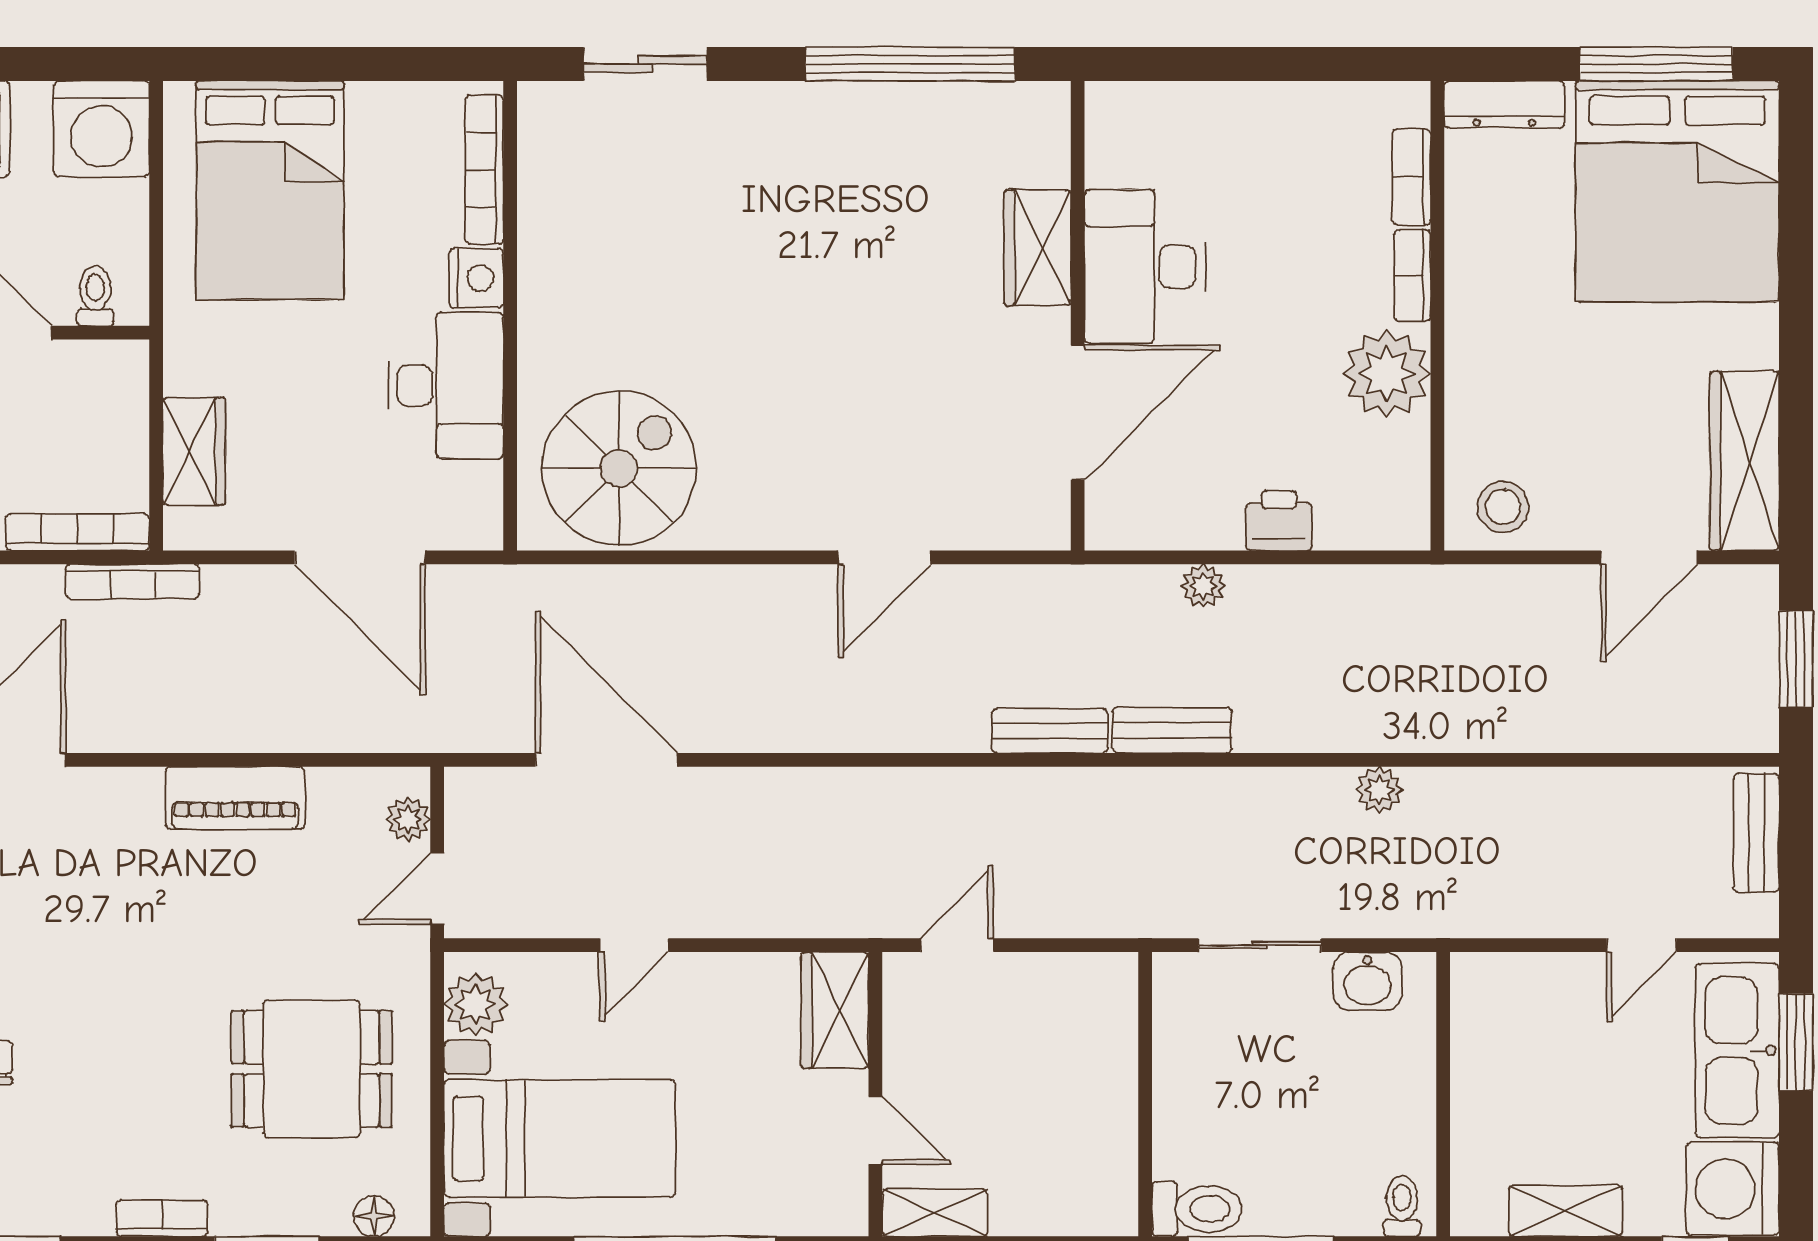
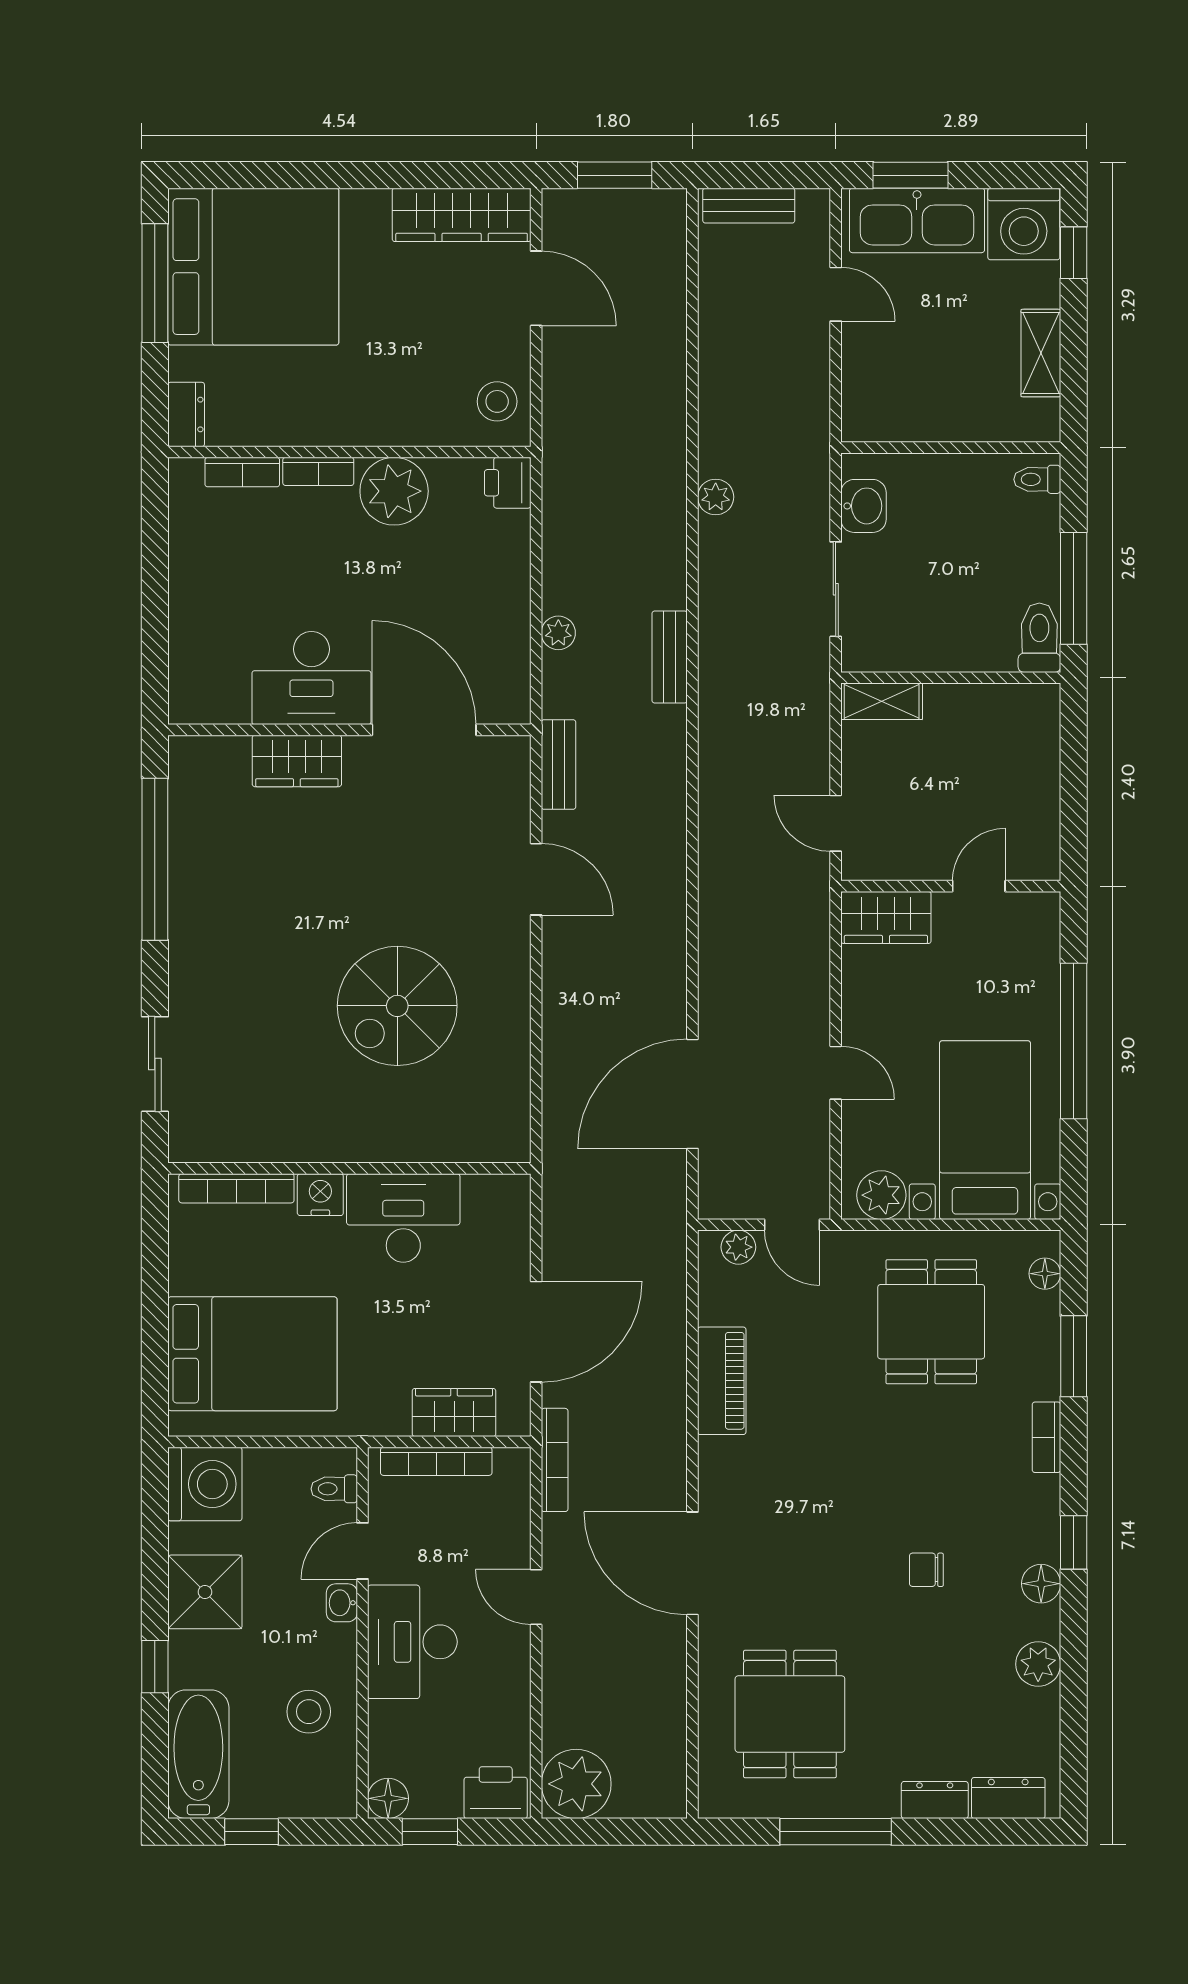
dresser: (1504, 104) -> (186, 414), width x0.70
spiral stairs: (619, 468) -> (397, 1006), moved, turned -90
printer: (1279, 521) -> (508, 483), moved
bookcase: (77, 532) -> (436, 1461), moved, turned -90
door: (360, 557) -> (536, 1332), moved
bench: (1050, 731) -> (559, 765), moved
shelving: (935, 1213) -> (882, 701), moved, turned 90

